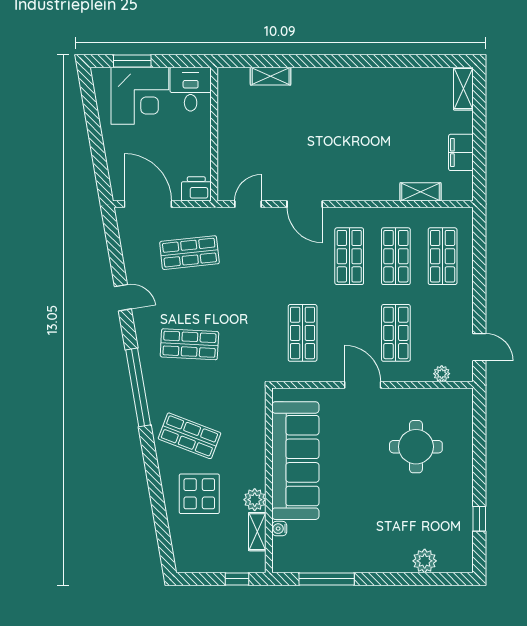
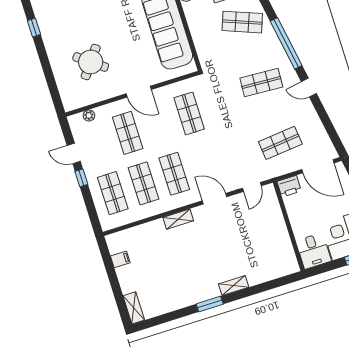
window: (357, 61) -> (210, 304), added
shelving: (271, 76) -> (234, 286), moved
filing cabinet: (461, 152) -> (120, 259), width x0.50
shelving: (421, 192) -> (178, 219), moved
window: (479, 291) -> (81, 178), added
door: (123, 298) -> (309, 88), moved
door: (479, 347) -> (74, 153), moved
round table: (416, 447) -> (91, 62), turned 37

